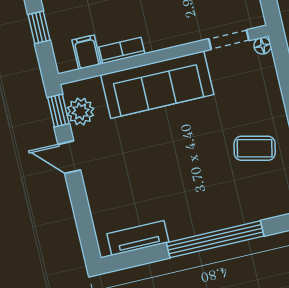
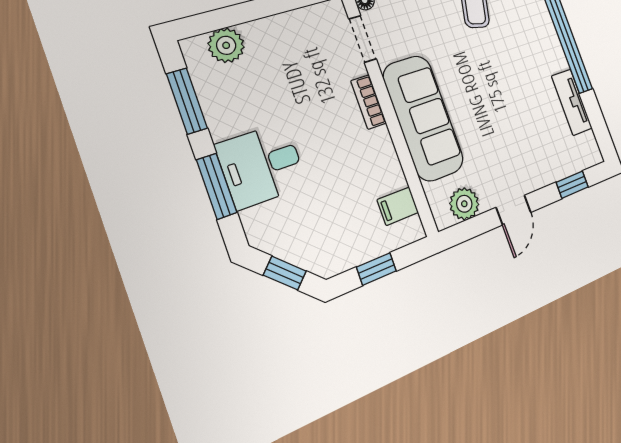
bookcase: (122, 50) -> (369, 102), moved
window: (58, 111) -> (572, 185), moved
tv unit: (138, 238) -> (572, 102), moved

